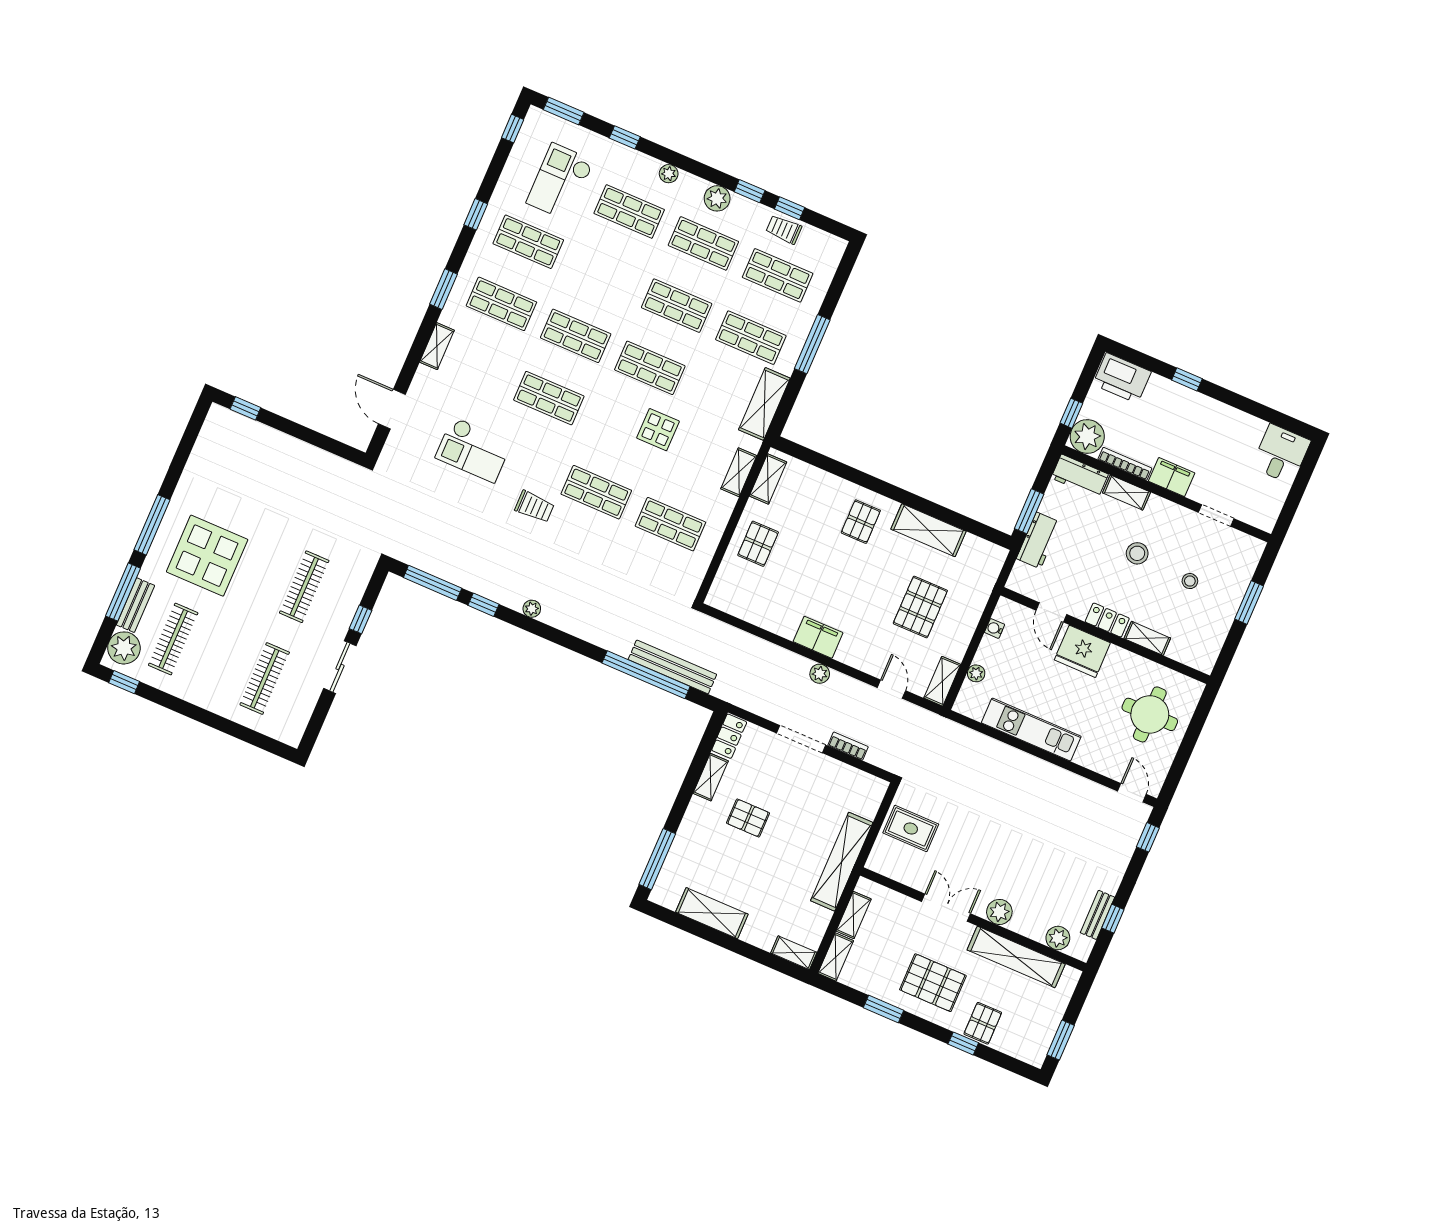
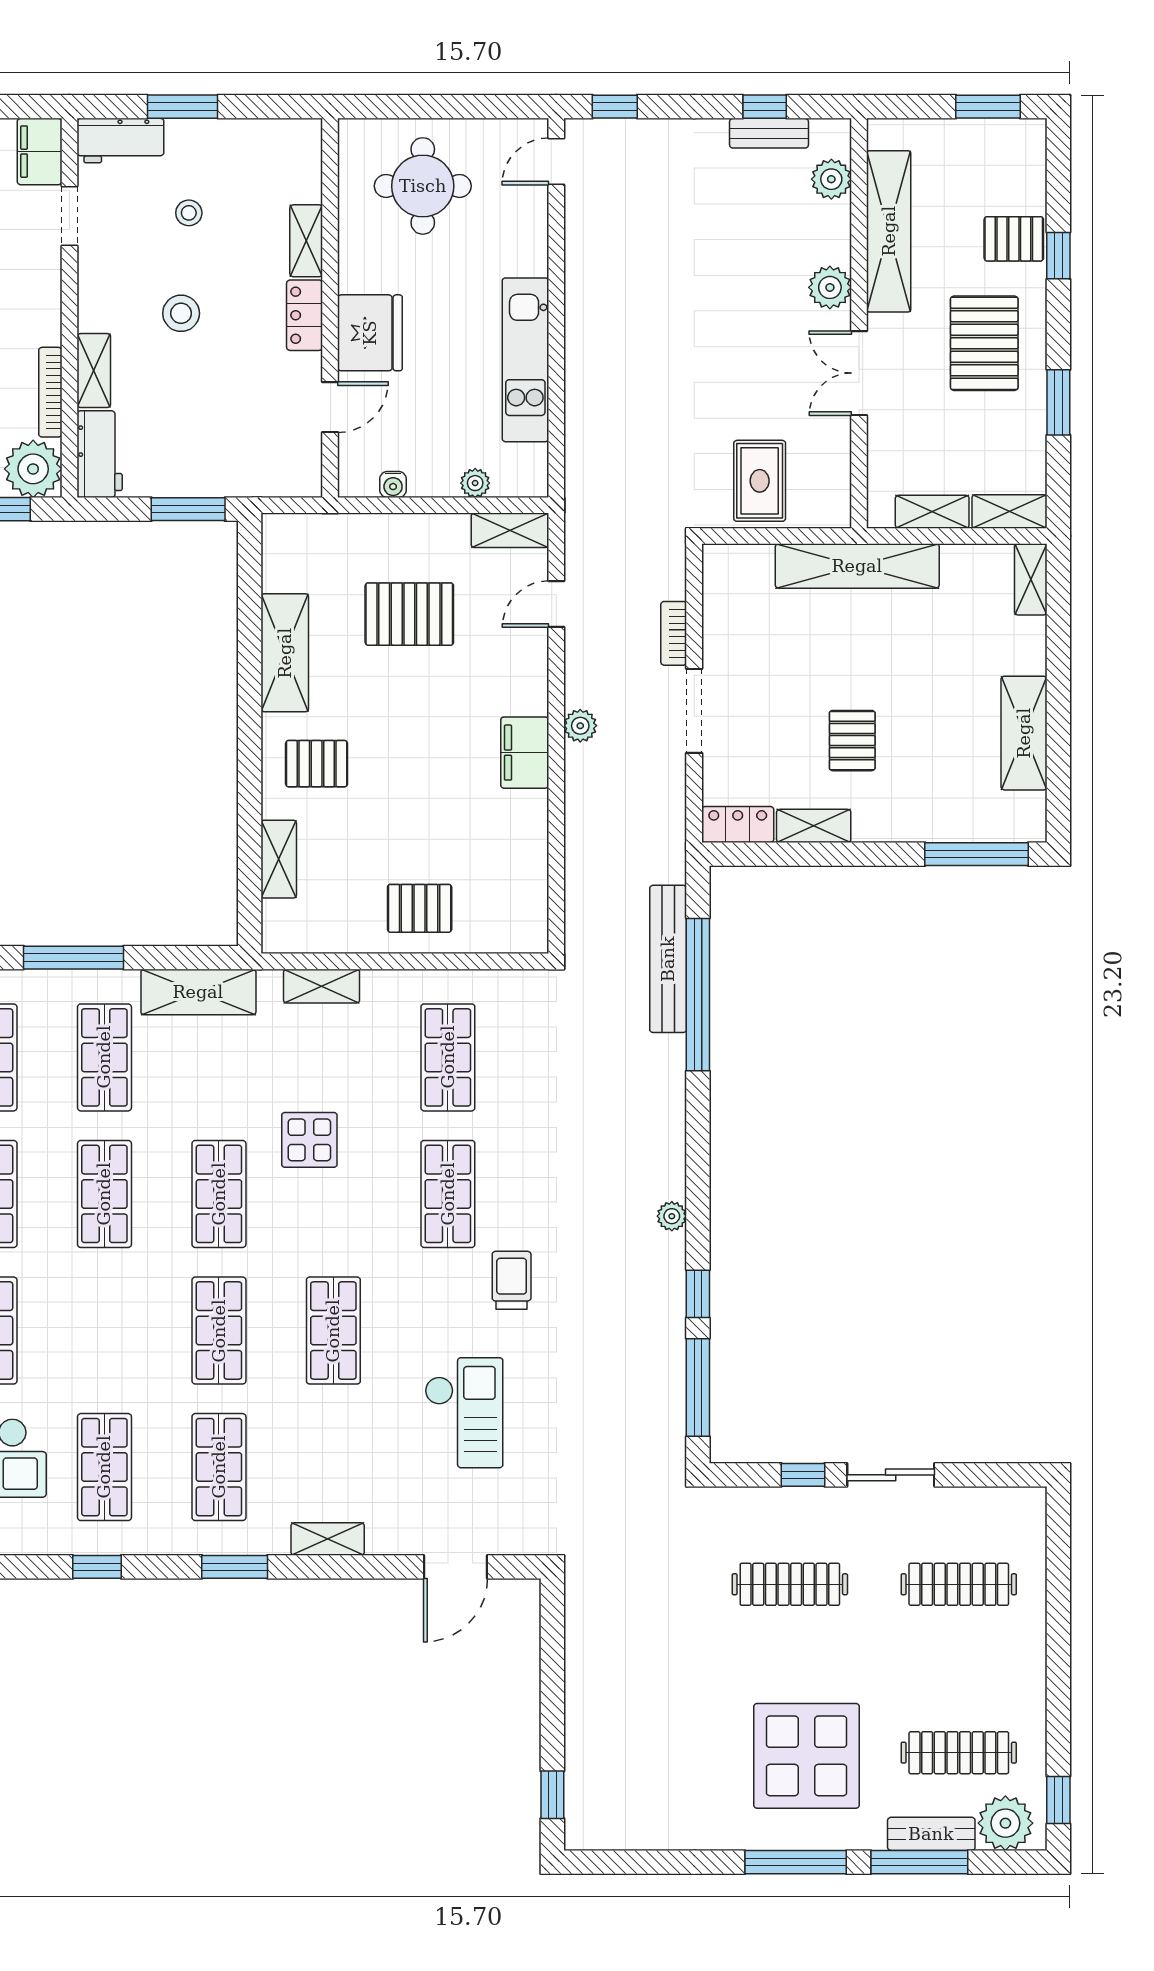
filing cabinet: (1172, 477) -> (40, 152), moved
shelving: (768, 479) -> (279, 859), moved, turned 90
workbench: (1038, 540) -> (120, 141), moved, turned 180

